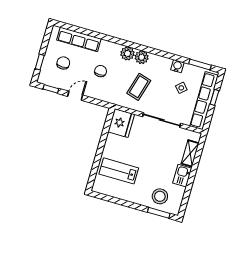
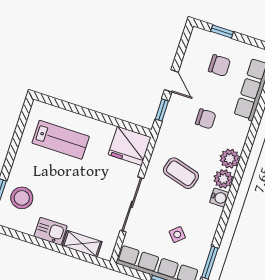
water cooler: (177, 66) -> (219, 198), moved
window: (51, 89) -> (162, 110), moved
lab bench: (119, 171) -> (61, 140), turned 90

